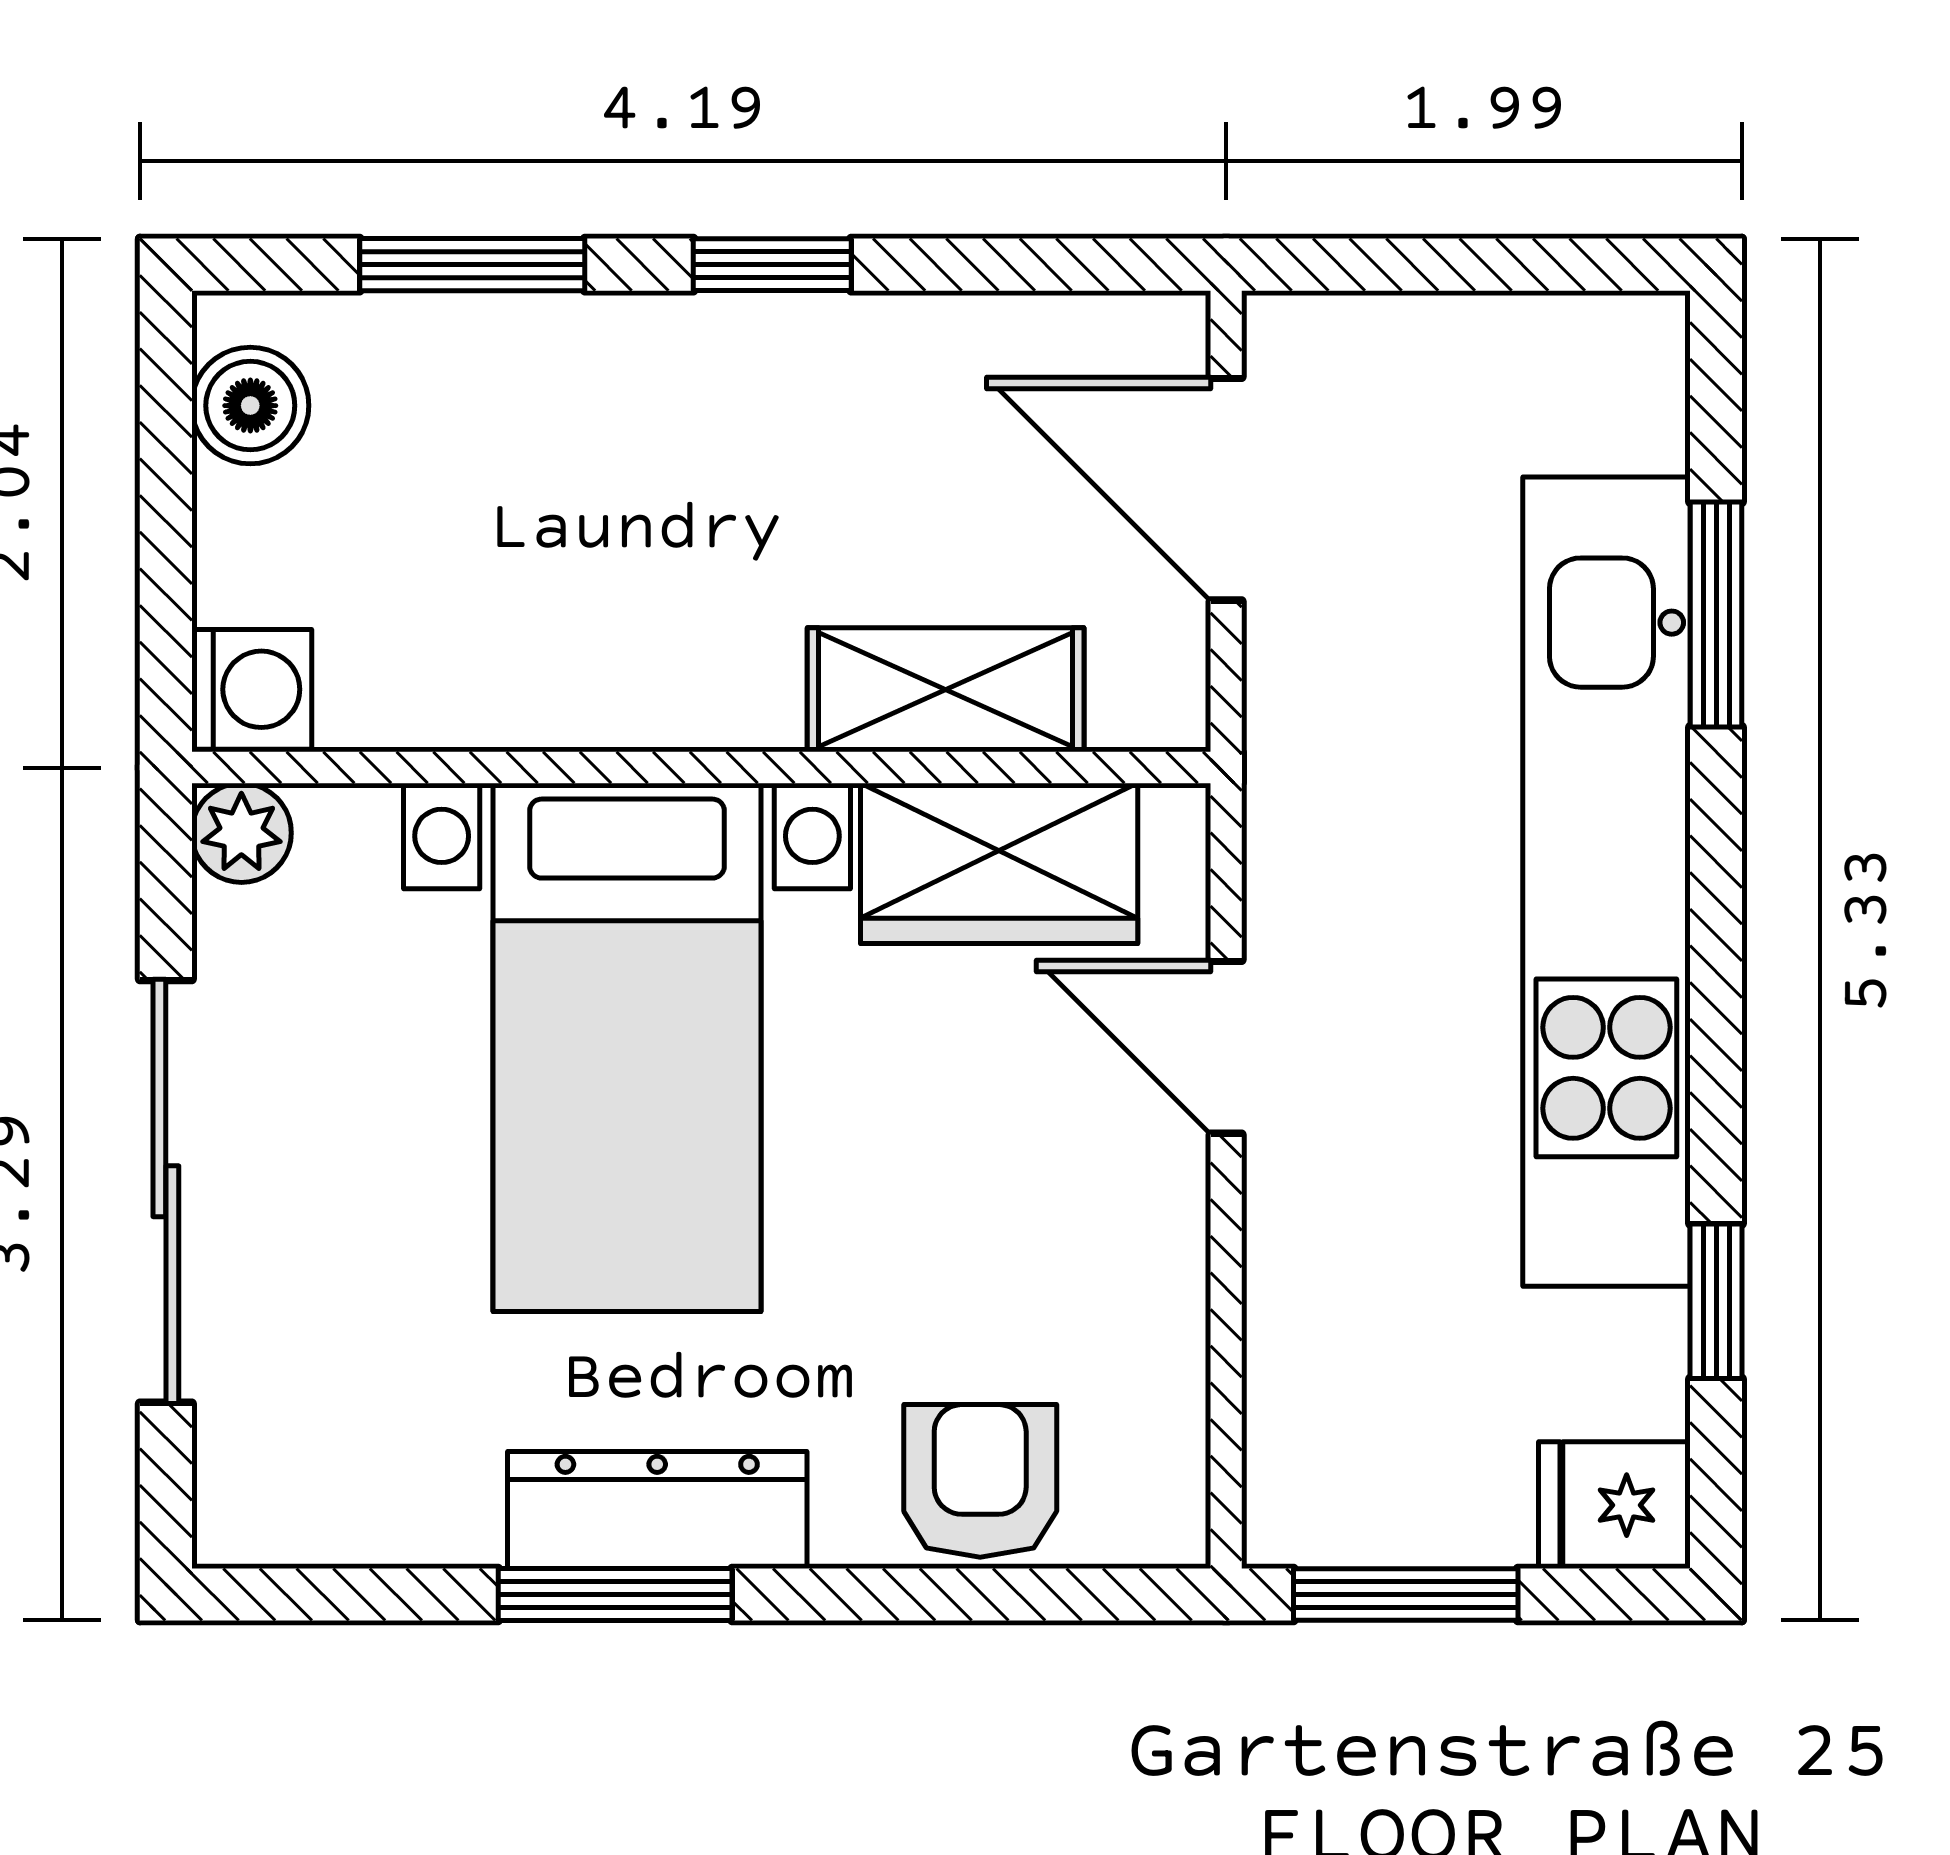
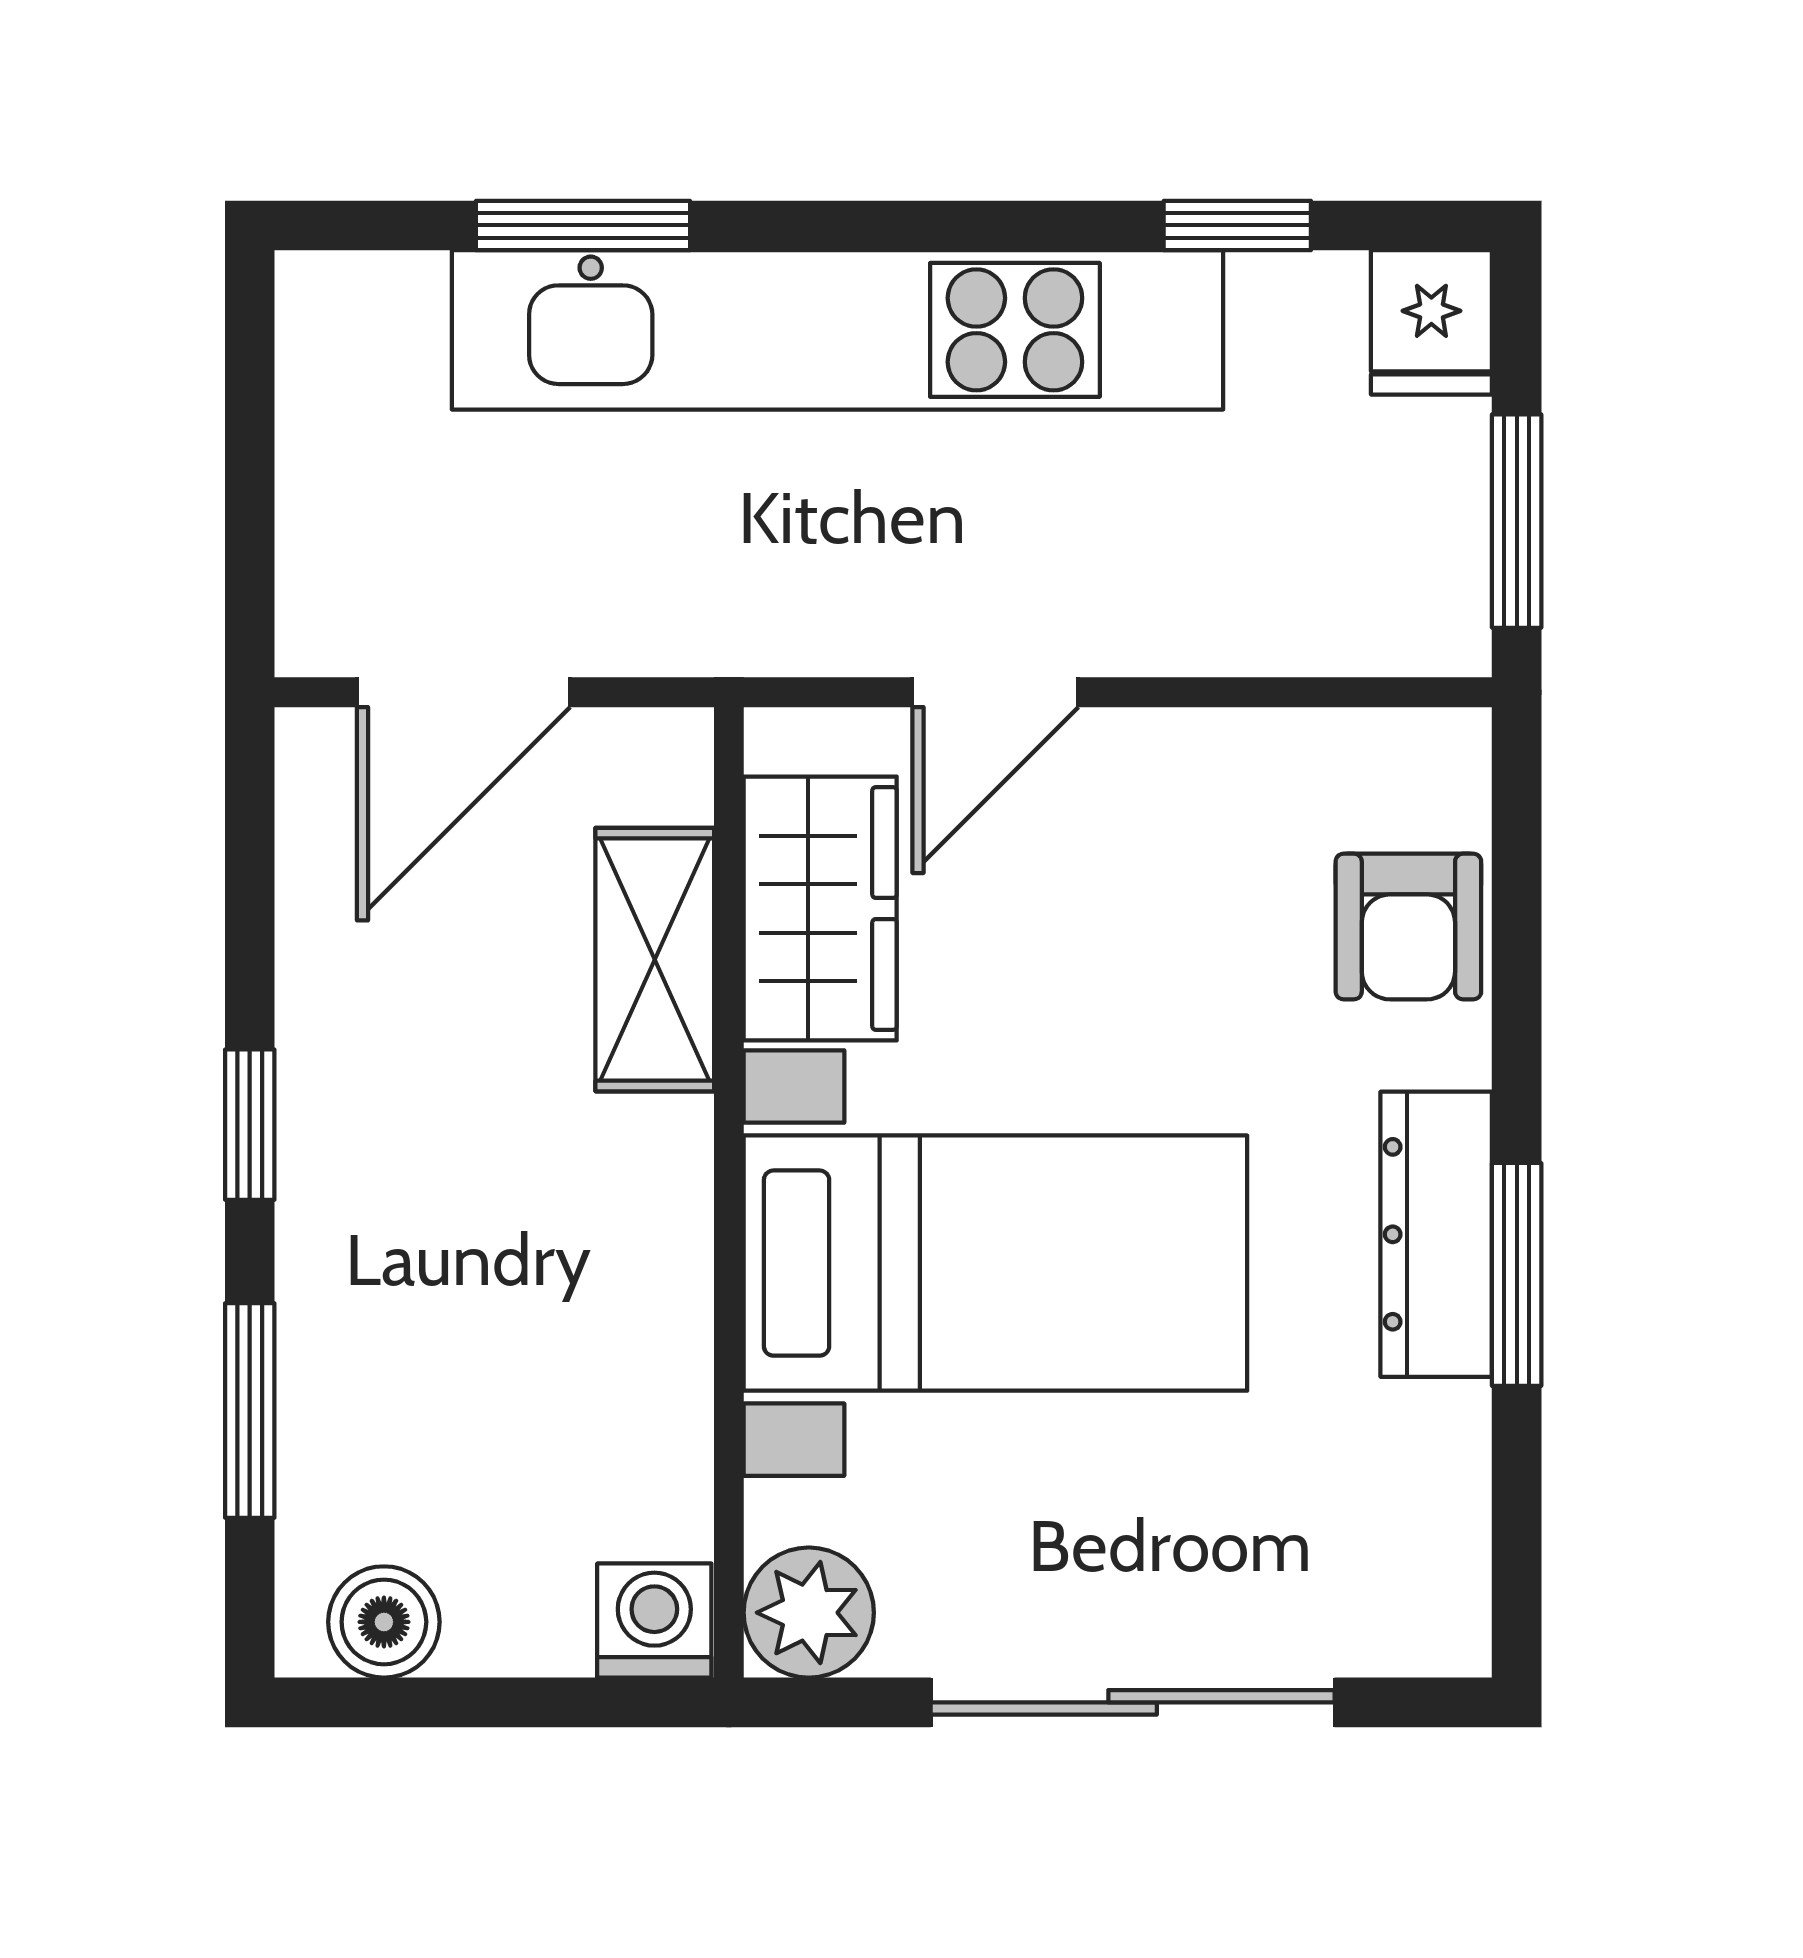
plant: (241, 833) -> (809, 1613), width x1.38, depth x1.38
armchair: (980, 1481) -> (1408, 927), turned -90

